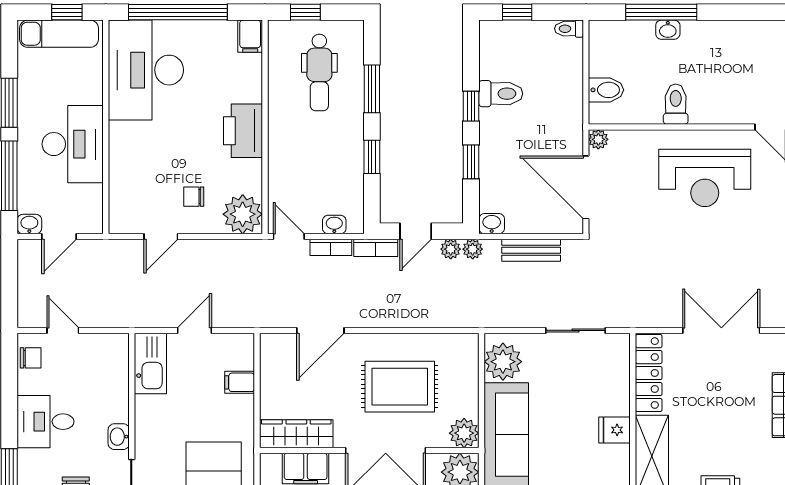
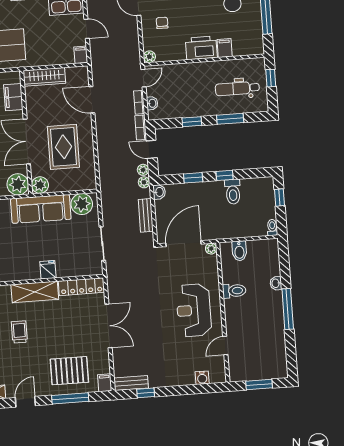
window: (661, 12) -> (288, 309), moved
filing cabinet: (250, 36) -> (225, 48), moved, turned 90
plant: (243, 214) -> (149, 57), width x0.53, depth x0.53
filing cabinet: (240, 382) -> (81, 55), moved
wardrobe: (296, 434) -> (44, 77), moved, turned 90

